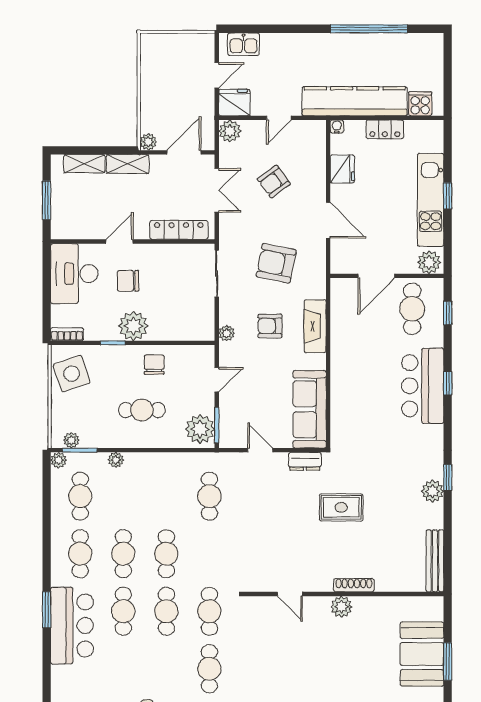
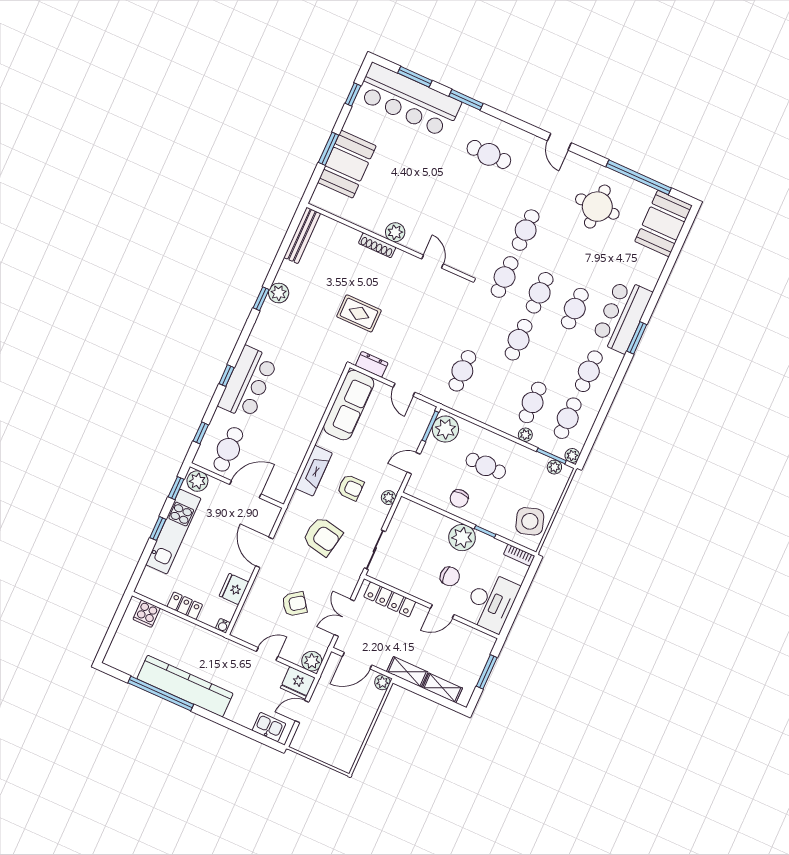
kitchen counter: (355, 101) -> (185, 686), moved, turned 180
window: (448, 245) -> (176, 488), added
cafe table: (123, 554) -> (533, 402), moved

